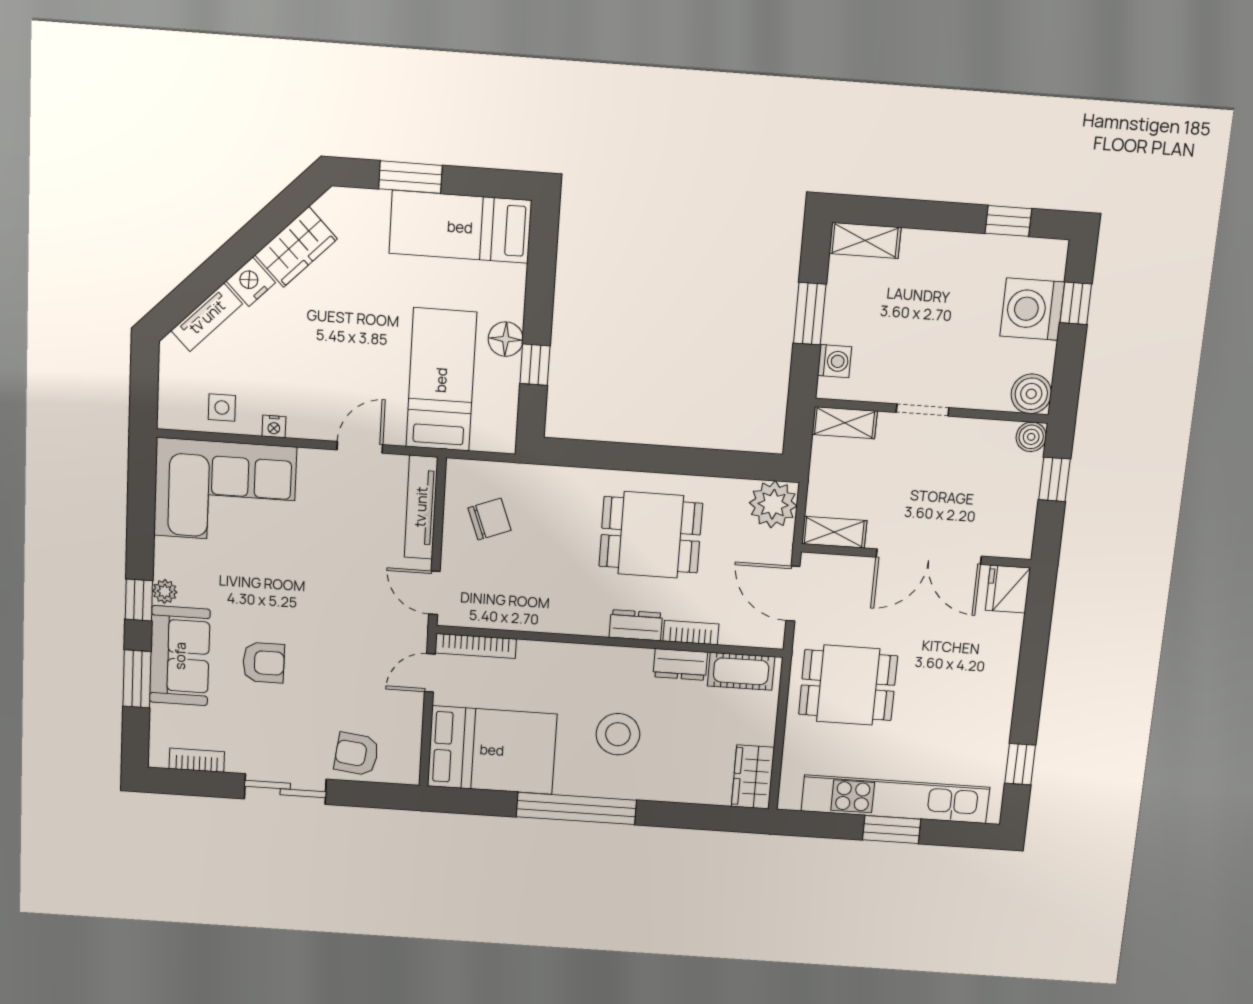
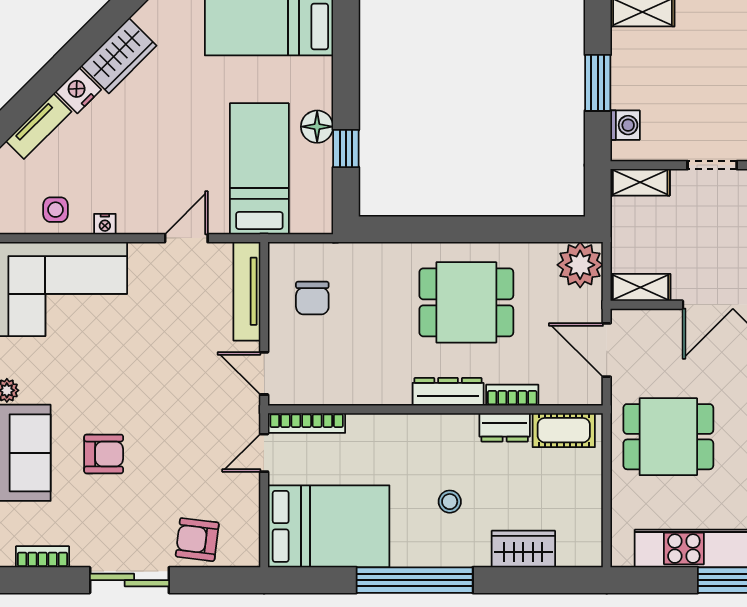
chair: (489, 519) -> (312, 298), turned 111
dresser: (636, 625) -> (448, 392), width x1.44
stool: (618, 734) -> (450, 502), width x0.53, depth x0.53
wardrobe: (753, 777) -> (523, 549), moved, turned 90

